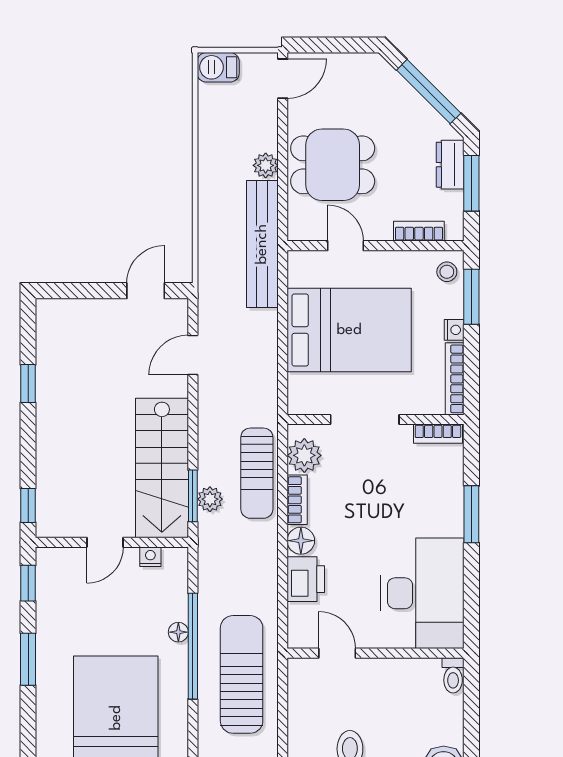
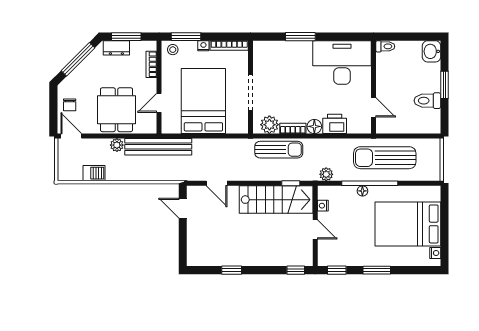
barbecue: (218, 67) -> (94, 173), moved, turned -90
chair: (342, 76) -> (70, 105), added
bookcase: (438, 434) -> (258, 54), removed
window: (193, 496) -> (291, 183), width x0.67
plant: (210, 499) -> (326, 174), moved
door: (337, 653) -> (374, 107), swing flipped

